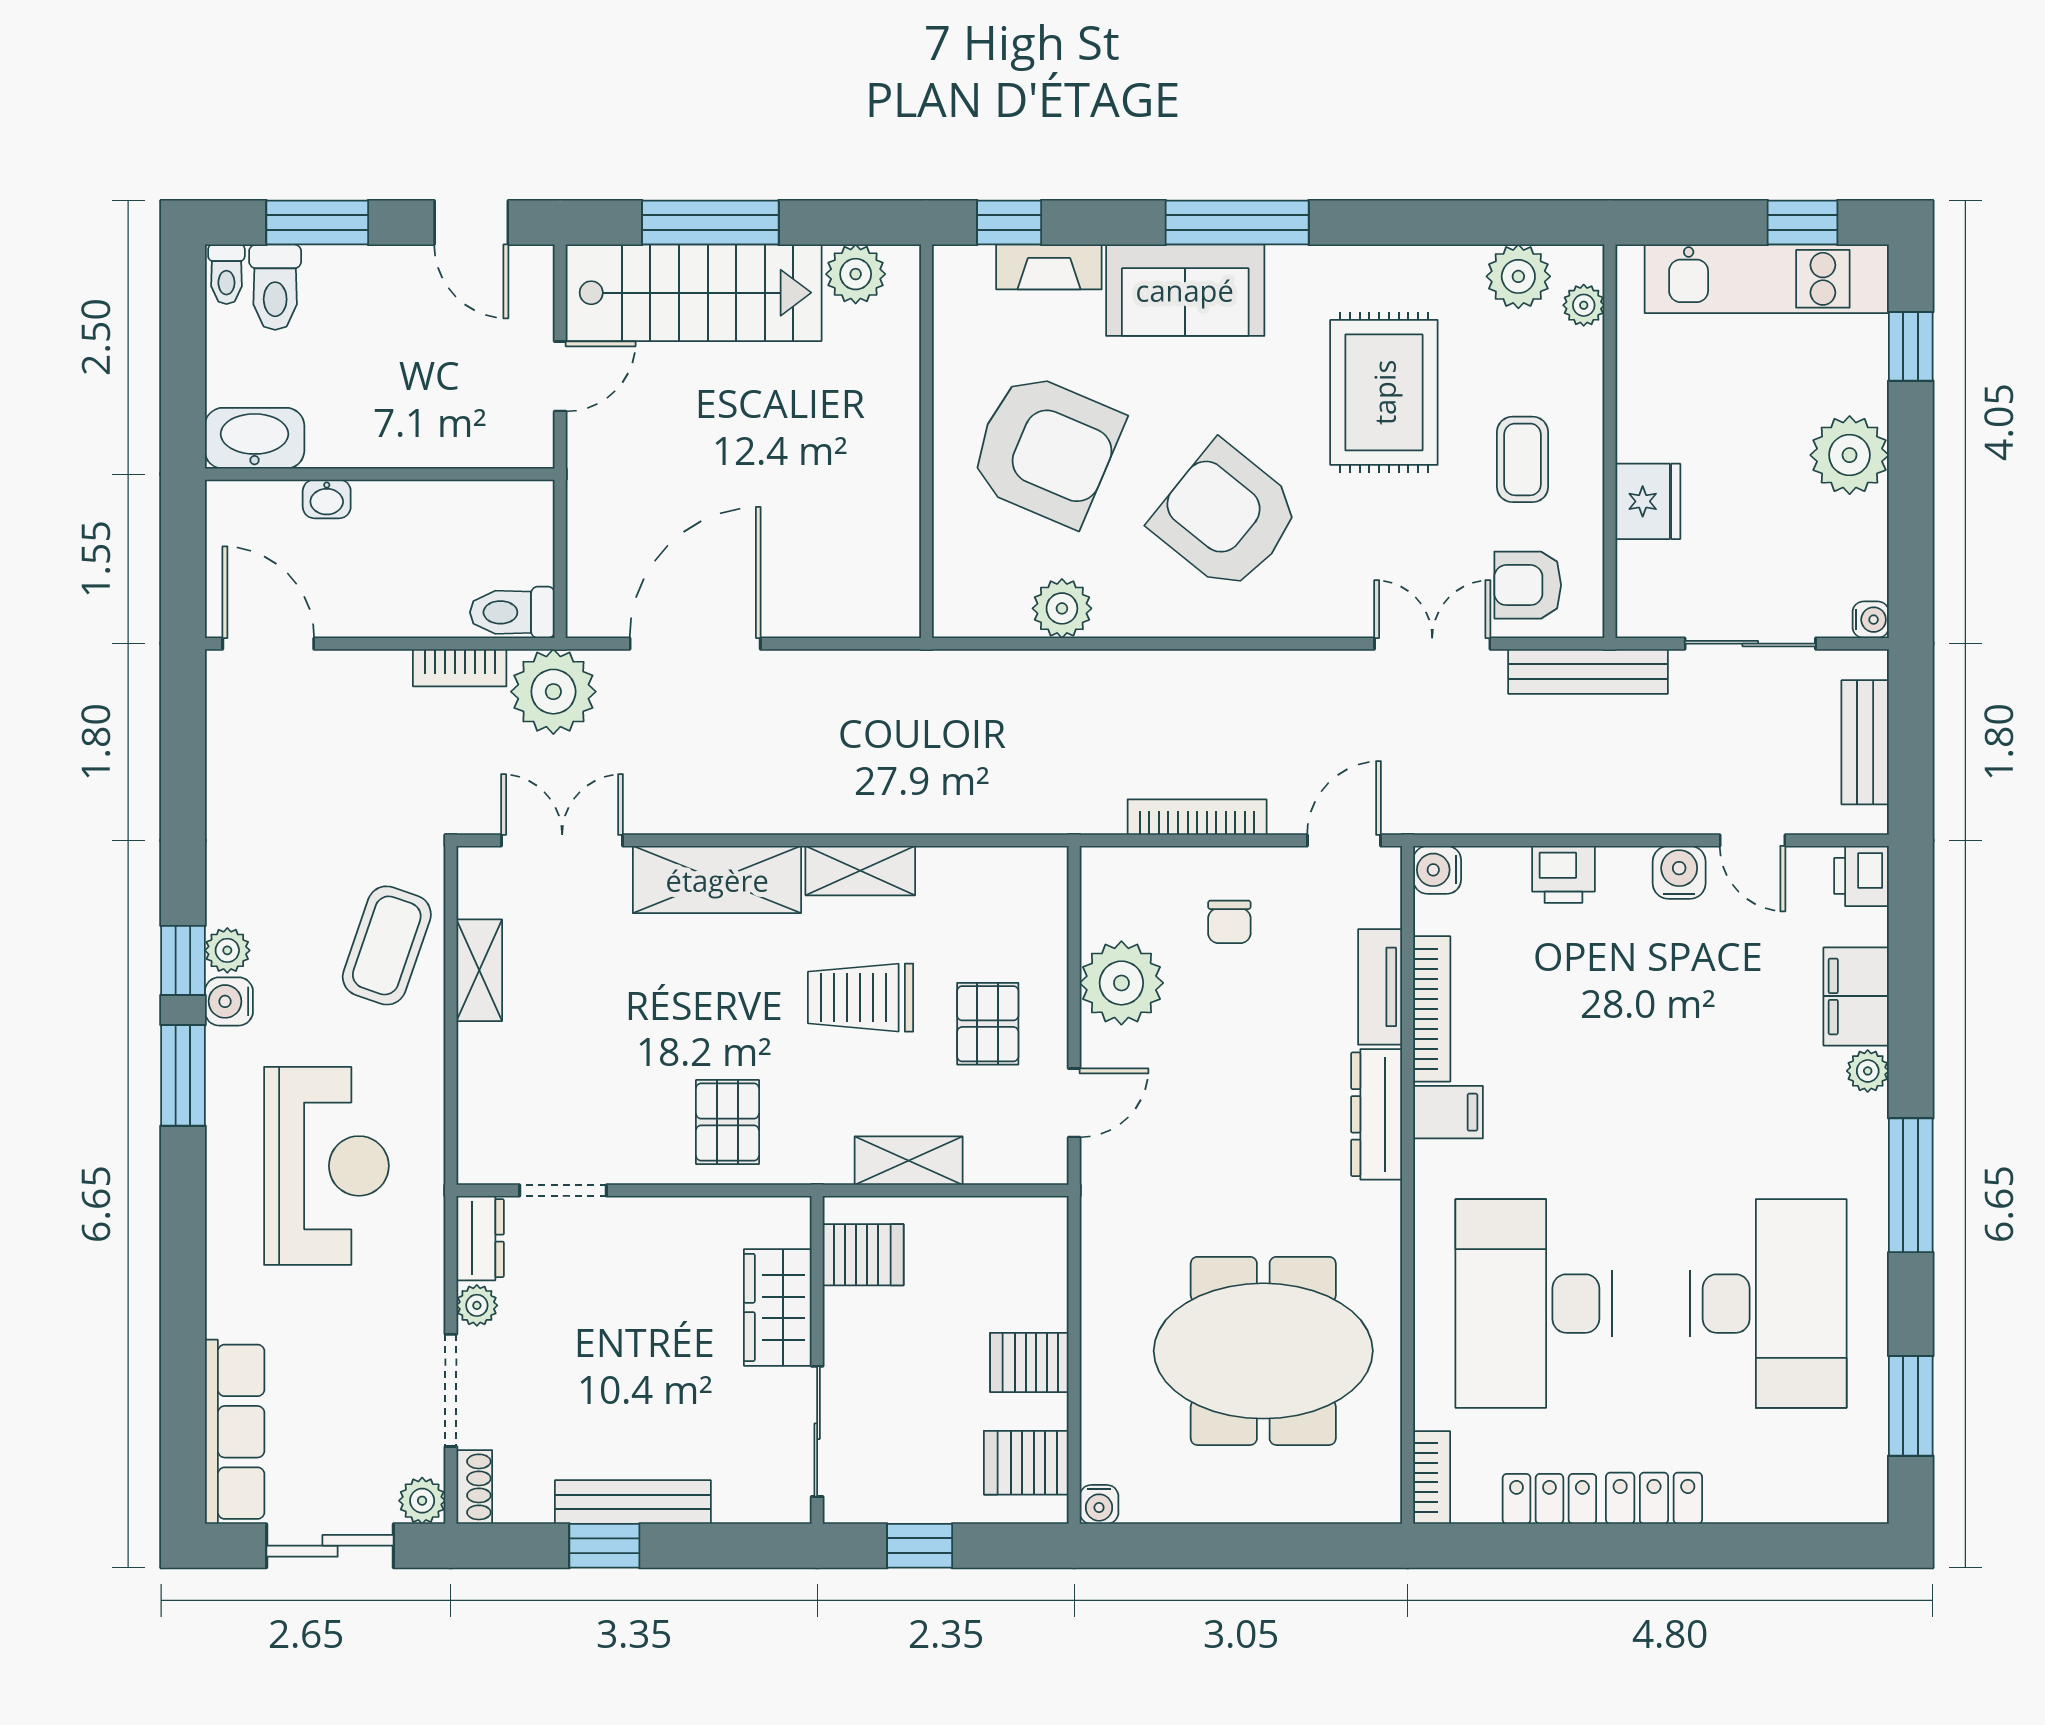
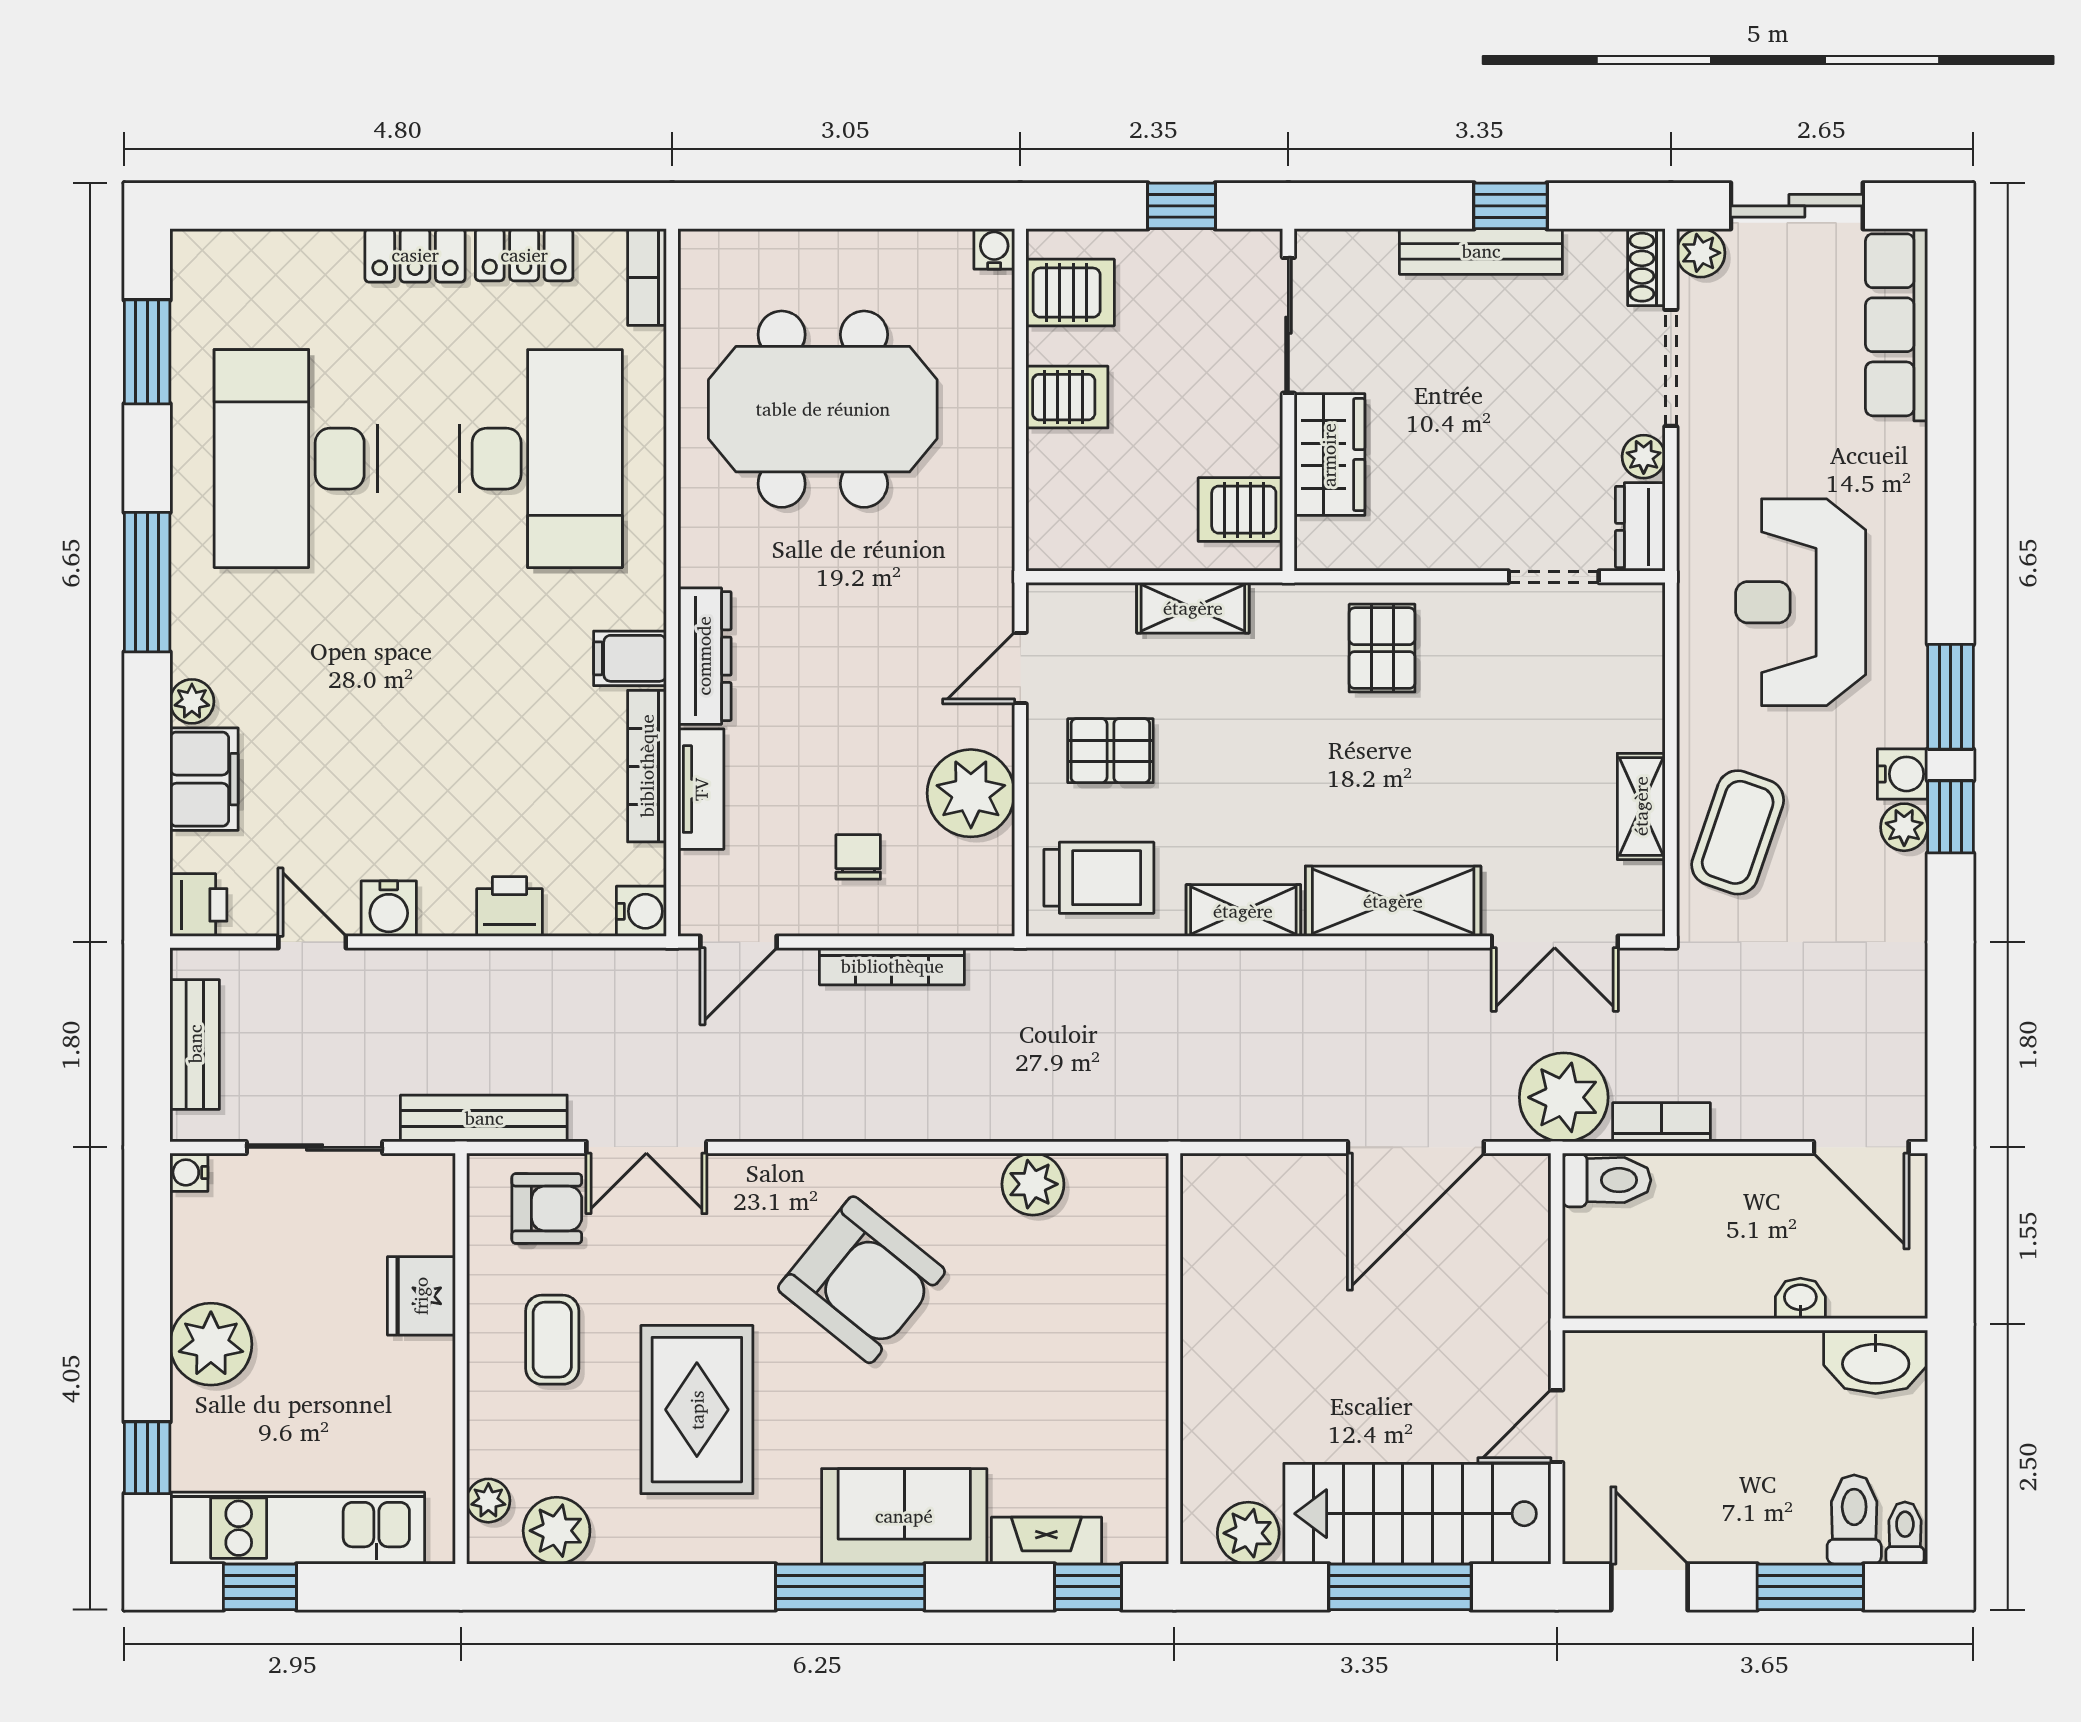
armchair: (1046, 449) -> (1050, 1351), removed
trolley: (861, 998) -> (1099, 878), moved
pallet: (988, 1024) -> (1110, 751), turned 90

